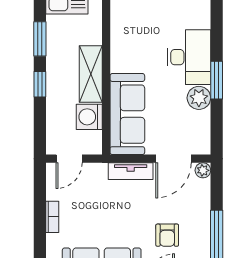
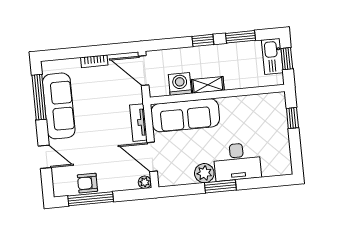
shelving: (91, 74) -> (208, 85), width x0.67, depth x0.75
door: (69, 159) -> (144, 71), width x1.38
armchair: (167, 235) -> (87, 183), moved

